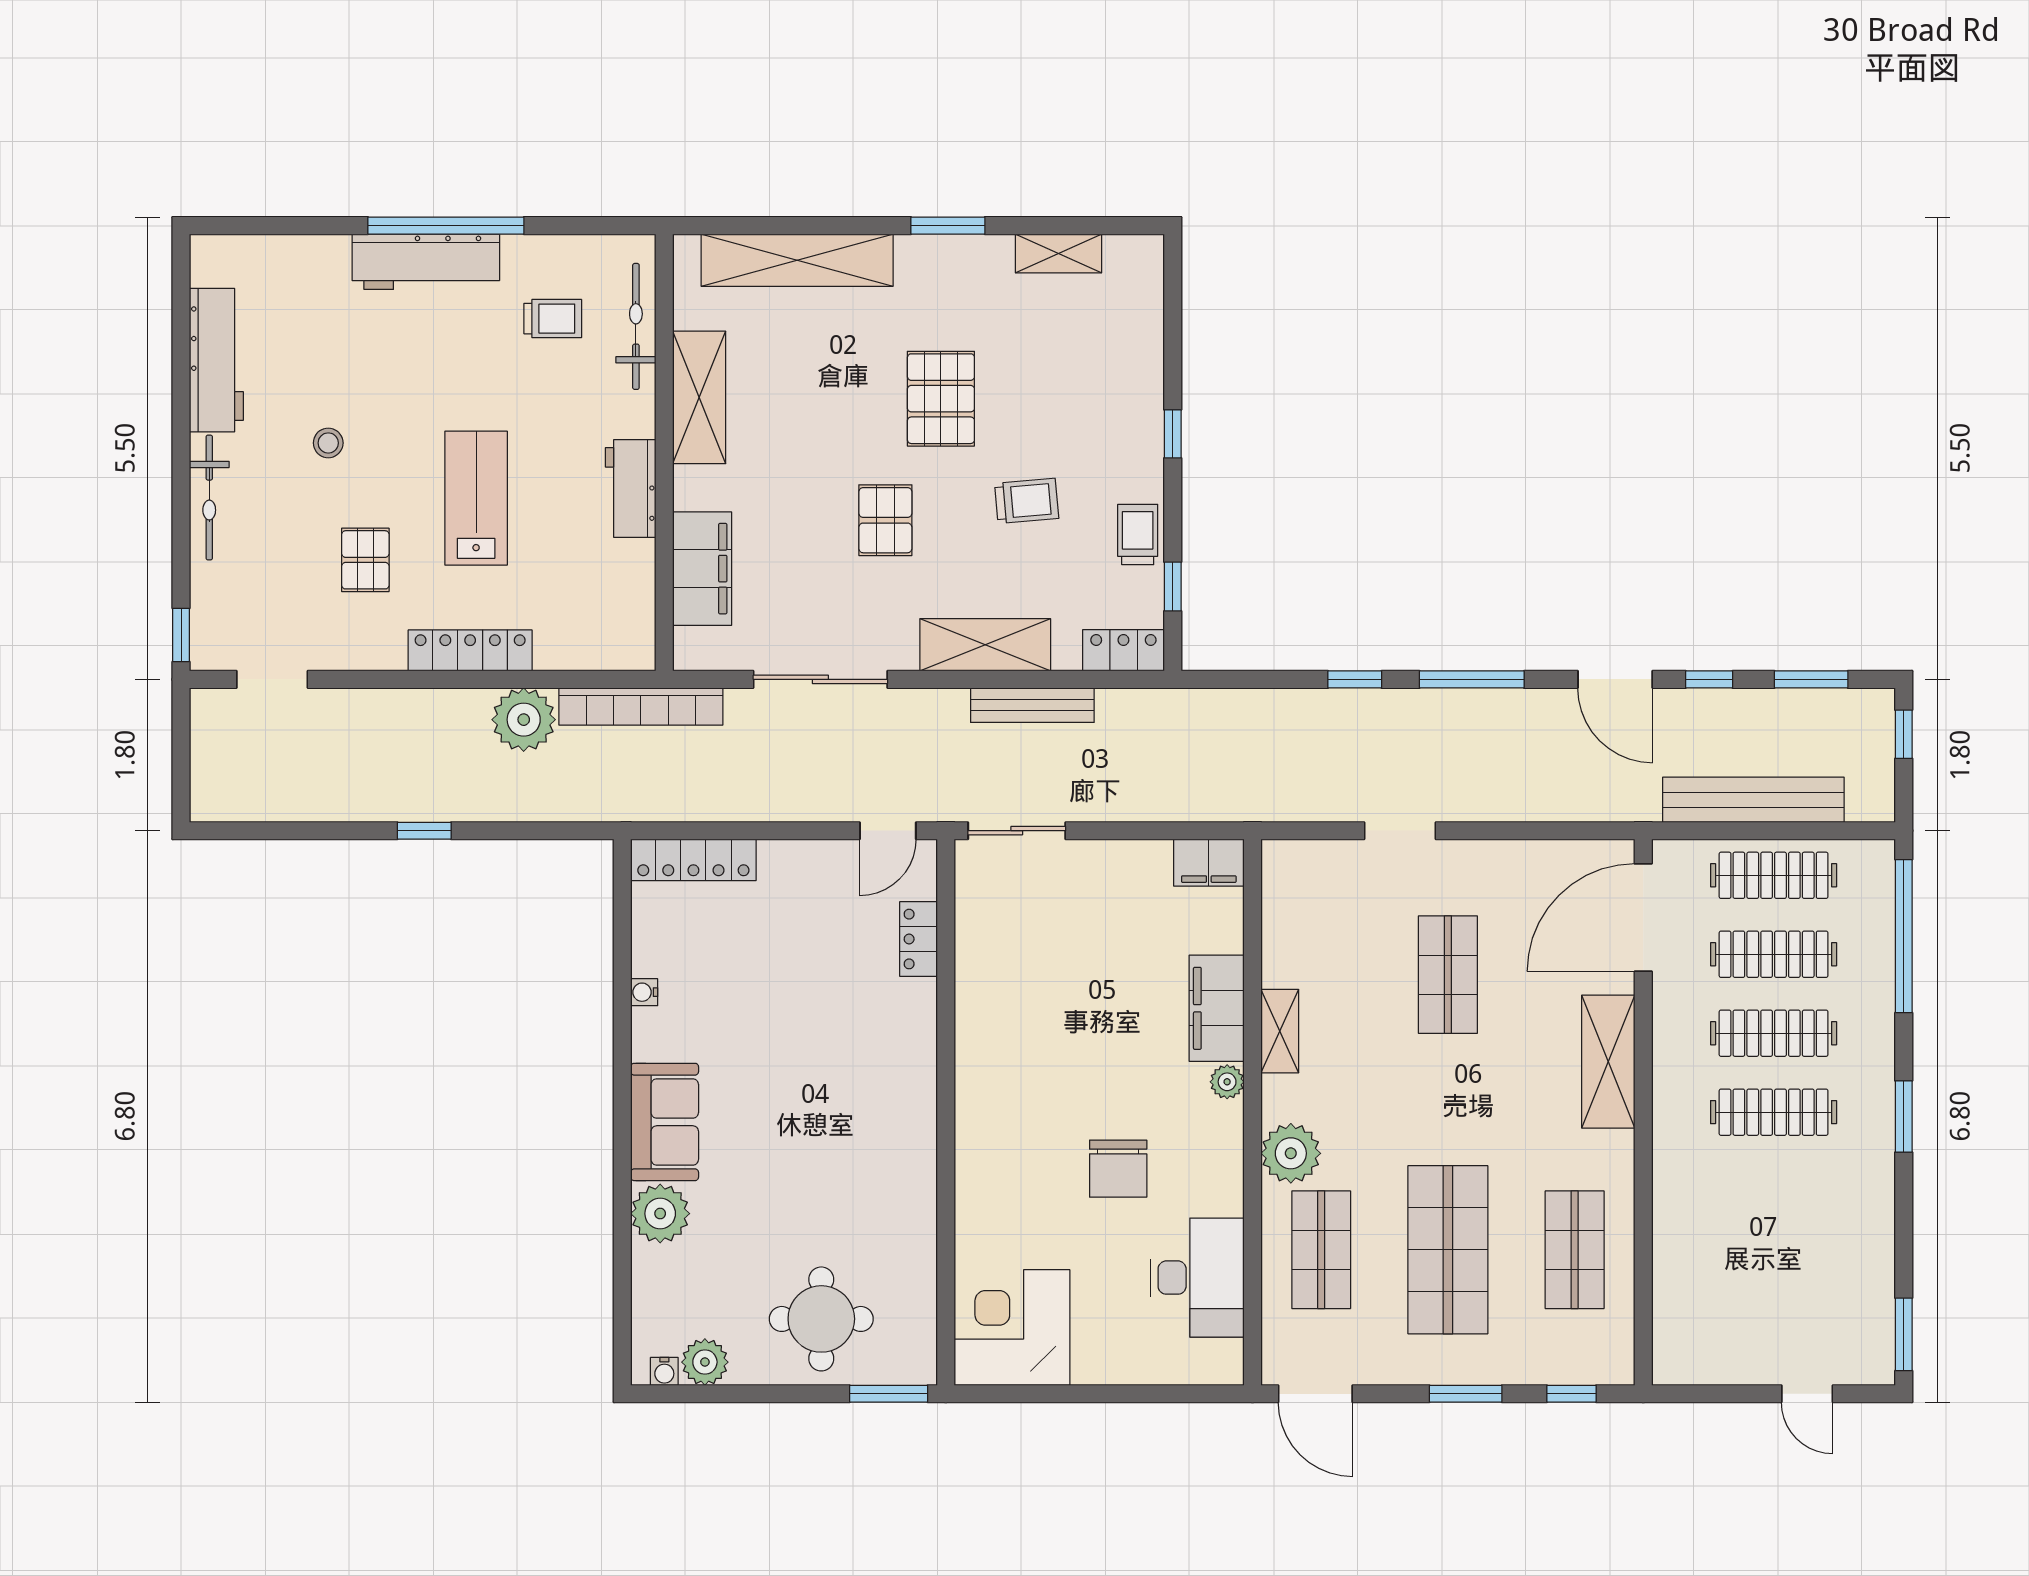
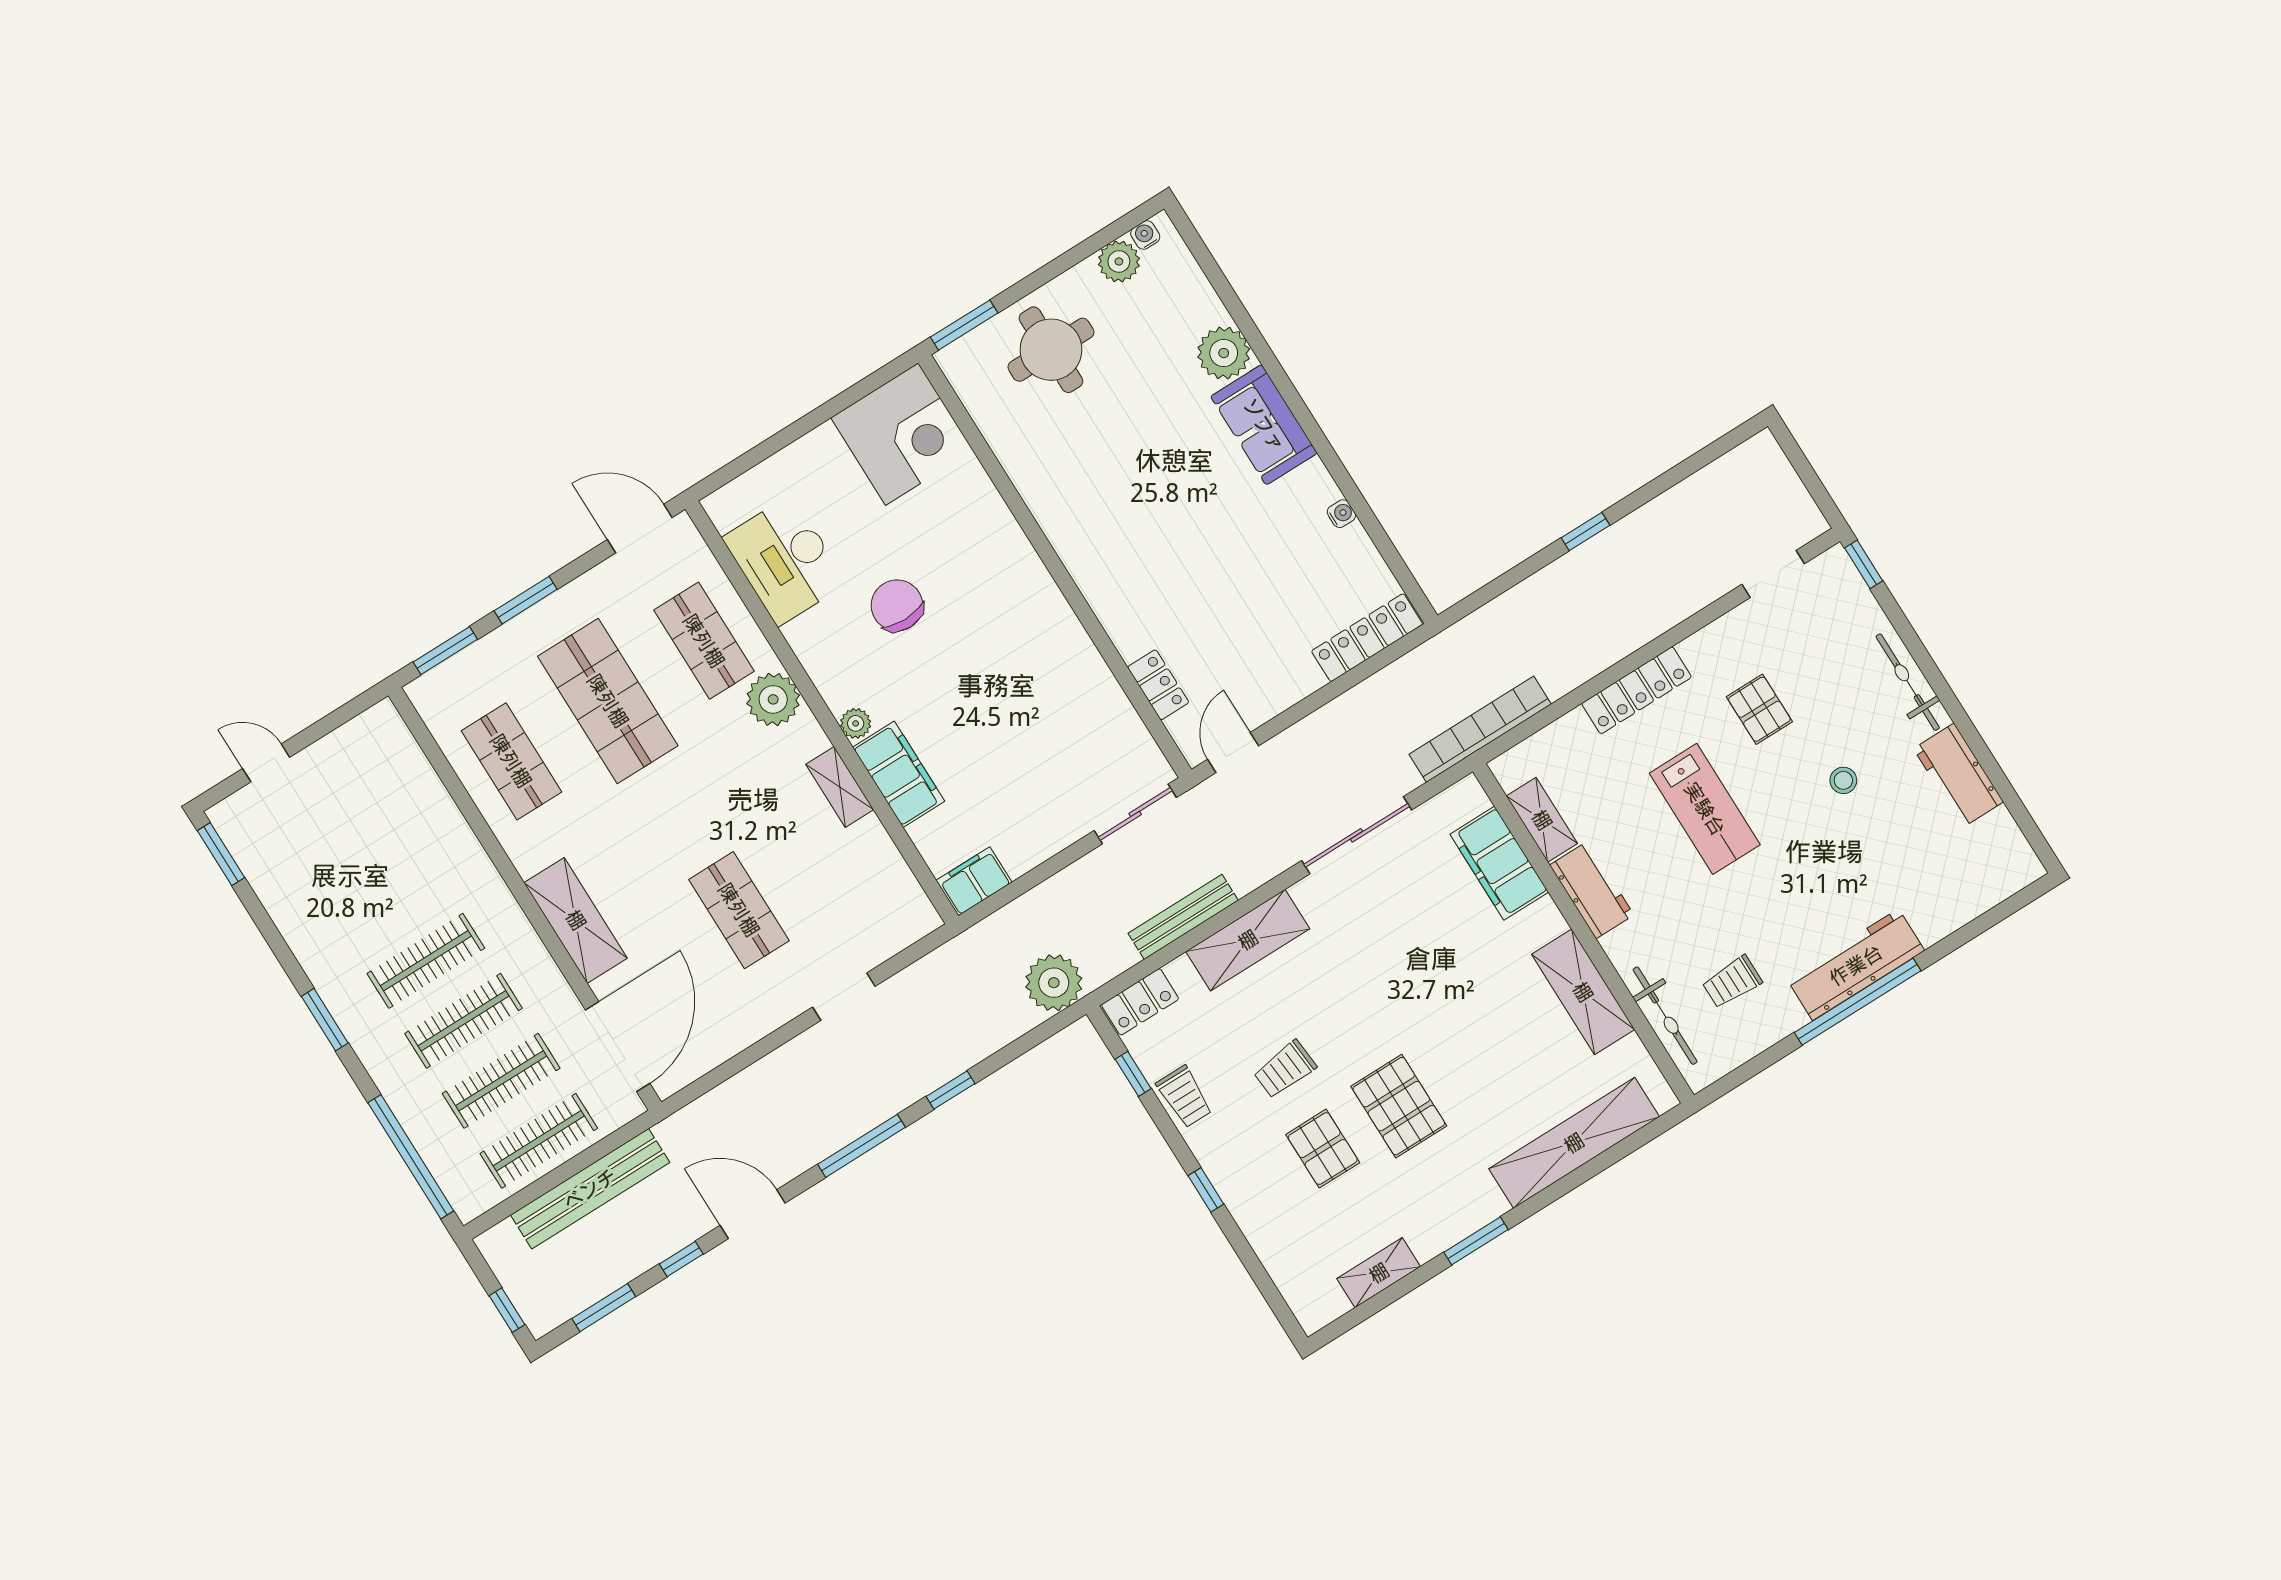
workbench: (216, 360) -> (1958, 775), width x0.73
pallet: (885, 520) -> (1323, 1149), moved
shelving: (636, 584) -> (1542, 820), added
plant: (524, 720) -> (1054, 983), moved
window: (1571, 1394) -> (445, 651), width x1.50

